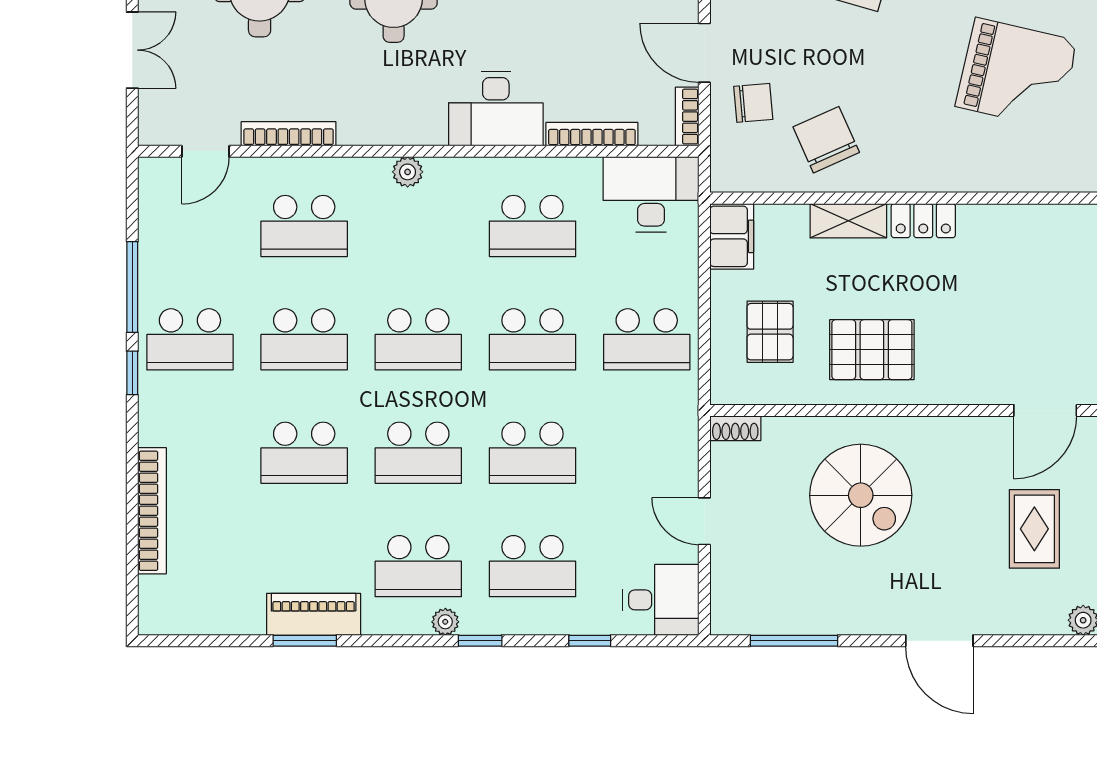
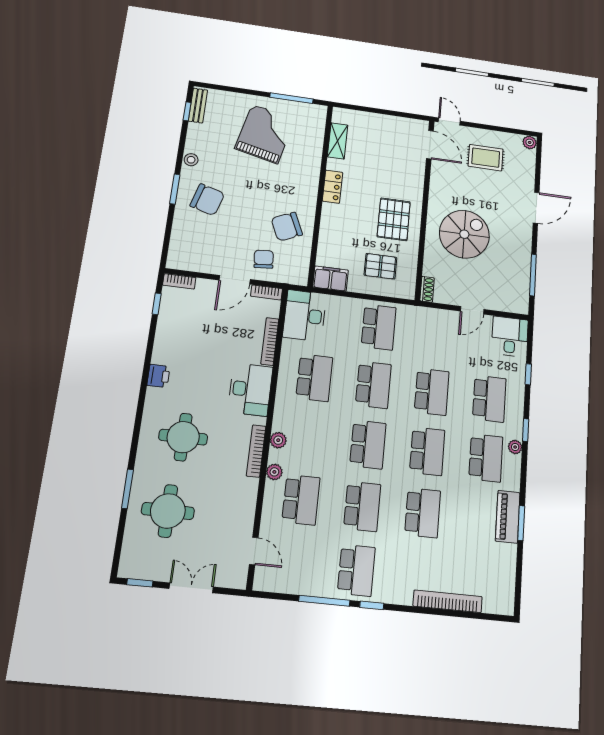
bookcase: (289, 134) -> (256, 451), moved
plant: (349, 172) -> (274, 472), added
shelving: (848, 221) -> (338, 141), moved

